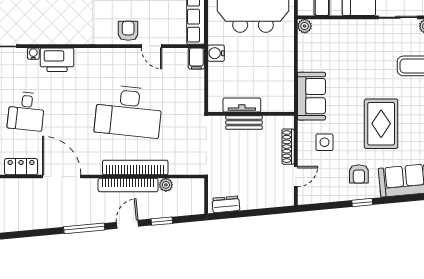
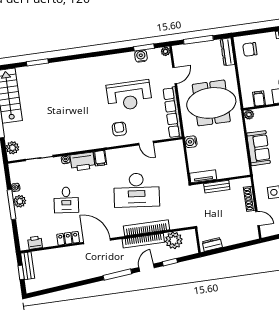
armchair: (128, 31) -> (119, 129), moved
filing cabinet: (196, 58) -> (100, 158), moved
sofa: (311, 96) -> (259, 148), moved
tv unit: (242, 105) -> (203, 176), moved
door: (296, 176) -> (258, 219), hinge flipped
plant: (166, 185) -> (174, 240), width x1.87, depth x1.87

